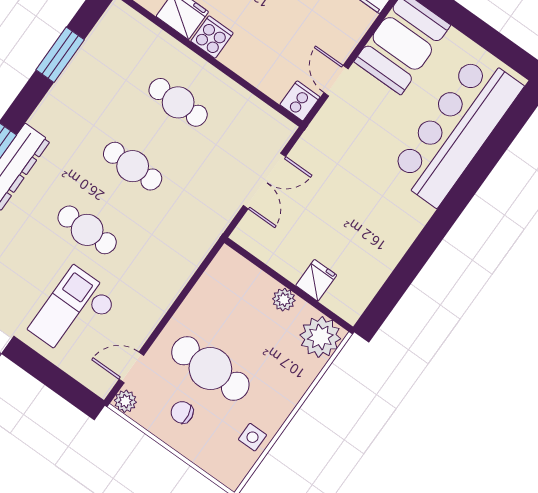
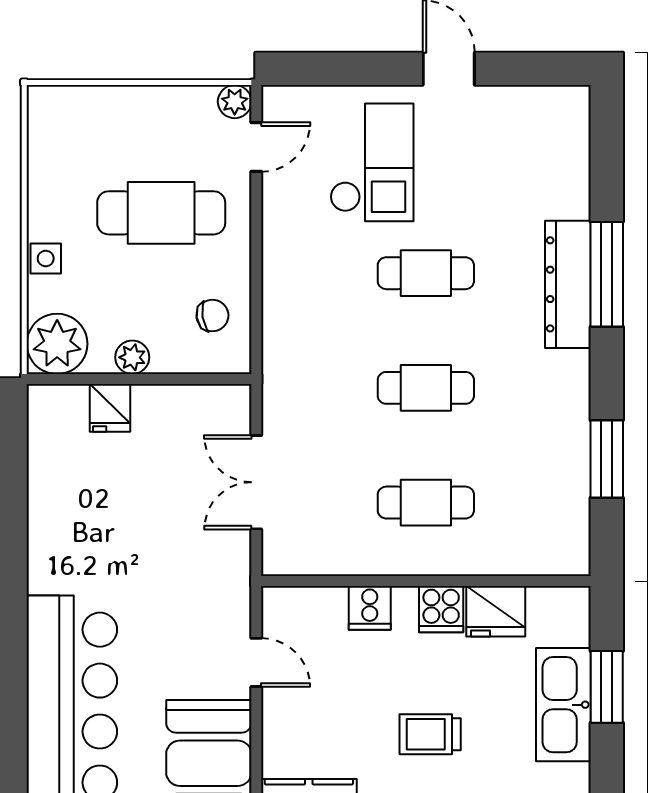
cooker: (300, 101) -> (370, 608), moved
chair: (182, 412) -> (212, 315), moved
side table: (252, 437) -> (46, 259), moved

